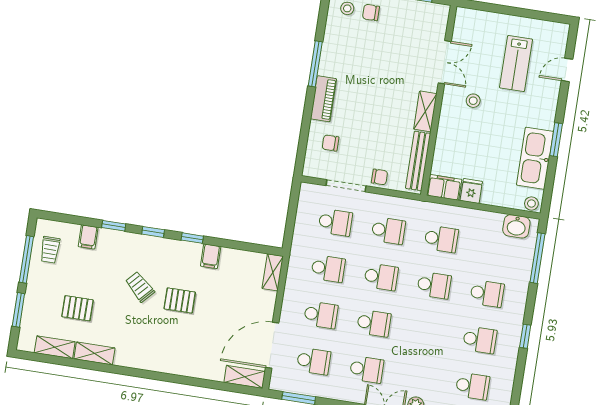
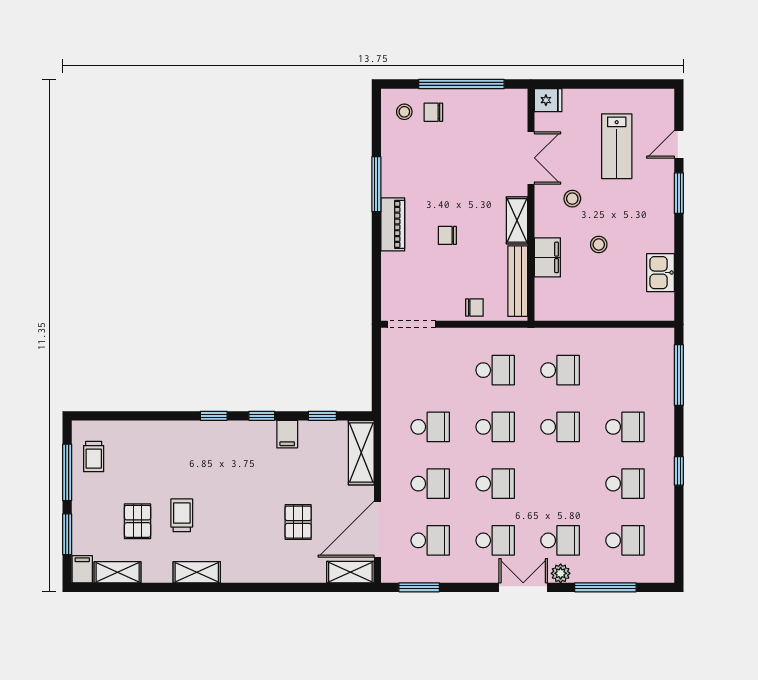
window: (556, 140) -> (679, 193), moved
chair: (330, 143) -> (447, 235), moved
kitchen sink: (535, 158) -> (660, 273), width x0.53, depth x0.81
doorway: (346, 186) -> (411, 324), moved
filing cabinet: (444, 187) -> (547, 257), moved, turned 90
fridge: (471, 191) -> (548, 100), moved, turned 90
stool: (531, 203) -> (599, 245), moved
school desk: (335, 222) -> (560, 540), moved
window: (114, 226) -> (322, 416), moved
washbasin: (516, 226) -> (648, 341), removed
filing cabinet: (88, 237) -> (82, 569), moved, turned 180
shelving: (273, 272) -> (361, 453), width x1.50, depth x1.33
trolley: (140, 287) -> (182, 515), moved, turned 47
pallet: (180, 300) -> (298, 522), moved, turned 90
pallet: (77, 308) -> (138, 521), turned 90
shelving: (94, 353) -> (197, 572), moved

